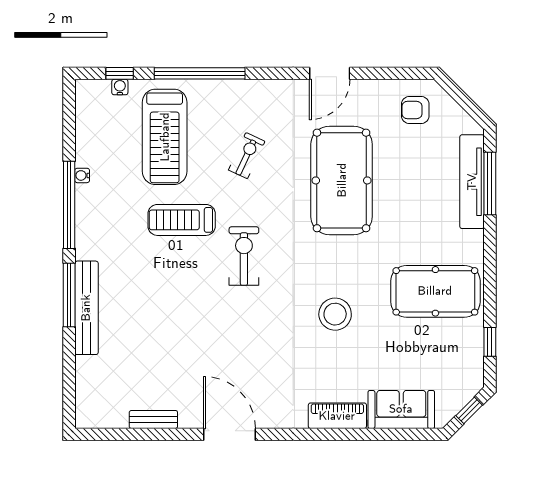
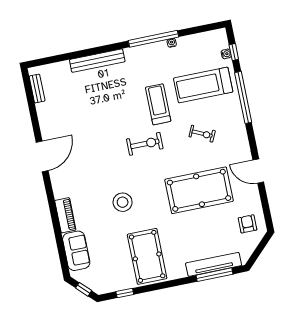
window: (69, 295) -> (102, 49), removed
bench: (153, 419) -> (37, 89), moved

